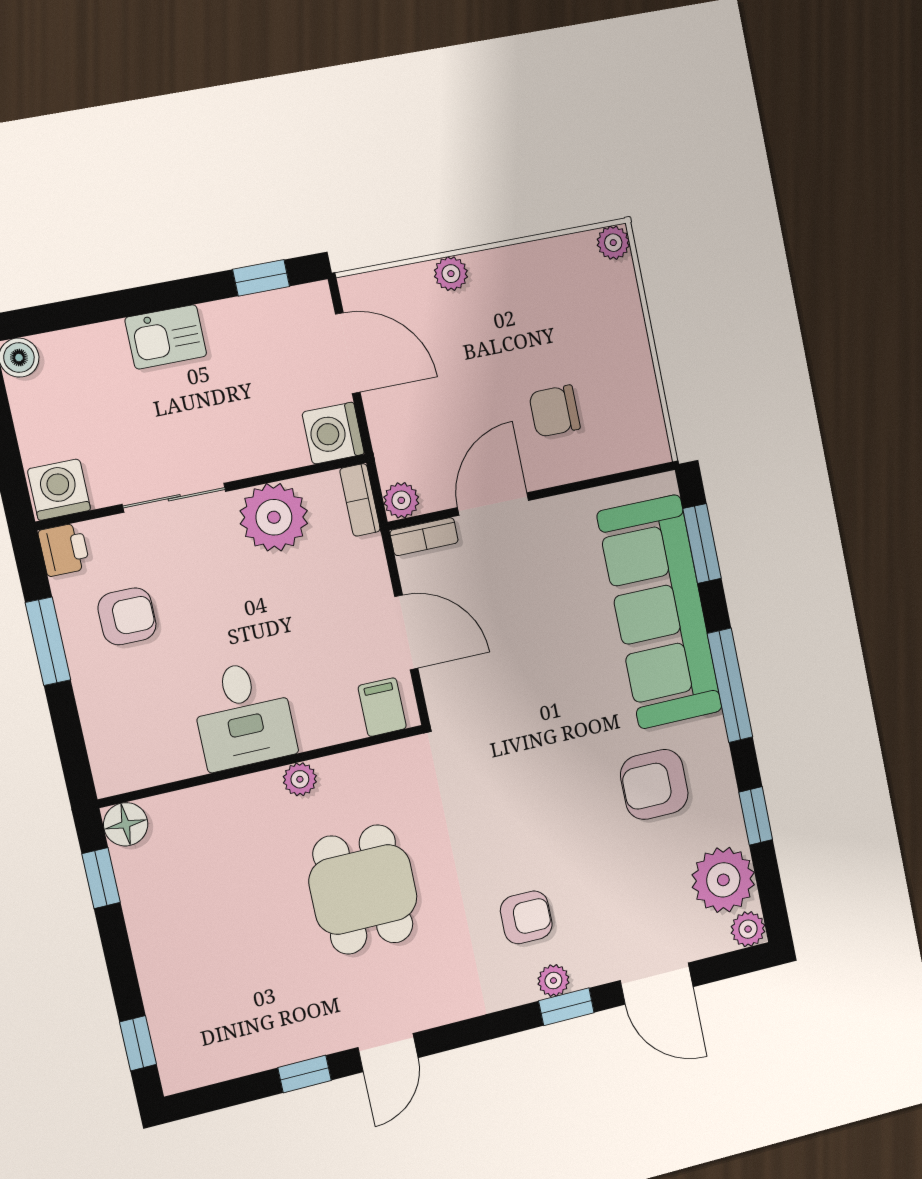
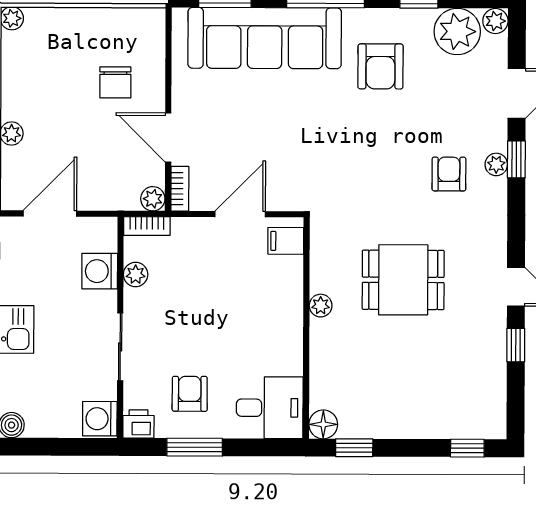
washing machine: (333, 433) -> (100, 271), moved, turned 90
plant: (274, 517) -> (136, 274), width x0.53, depth x0.53
desk: (243, 715) -> (270, 408), moved

